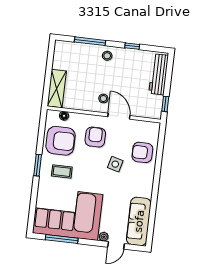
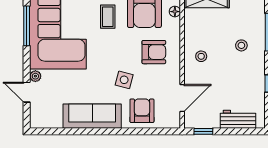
stool: (107, 56) -> (241, 45), moved
workbench: (159, 74) -> (238, 119), width x0.73
door: (119, 116) -> (182, 98), moved
sofa: (139, 221) -> (92, 116), moved

